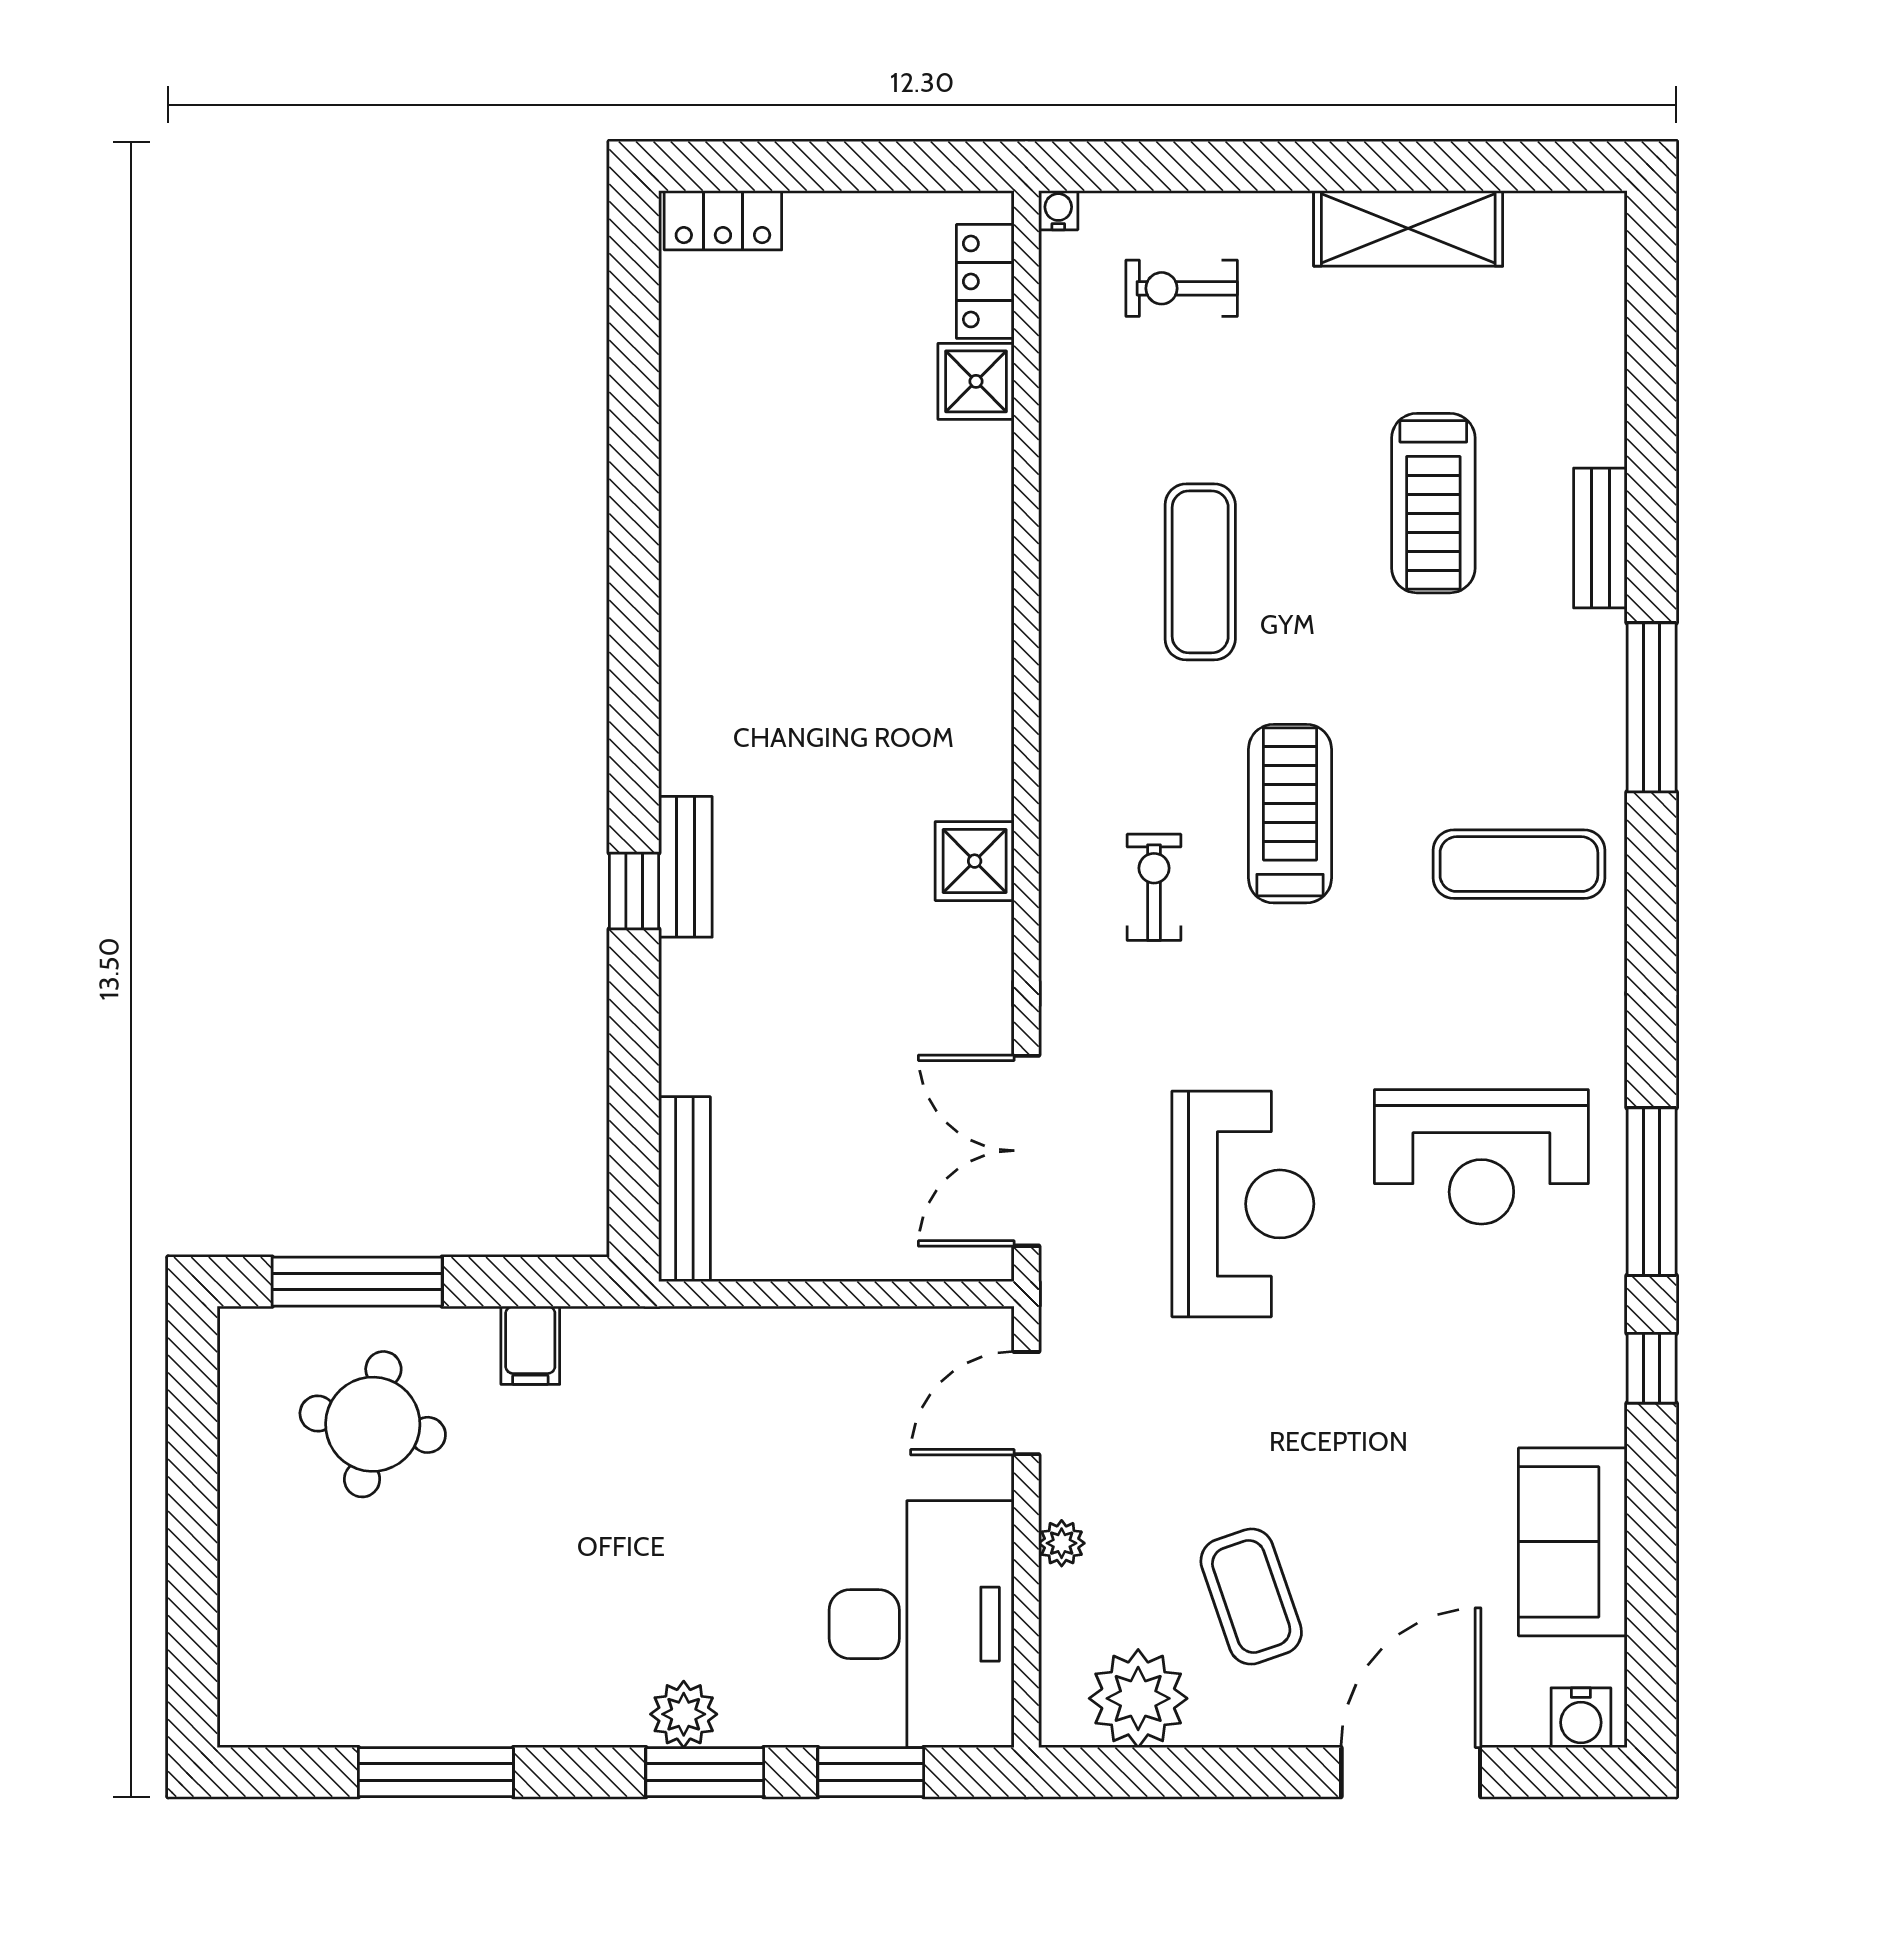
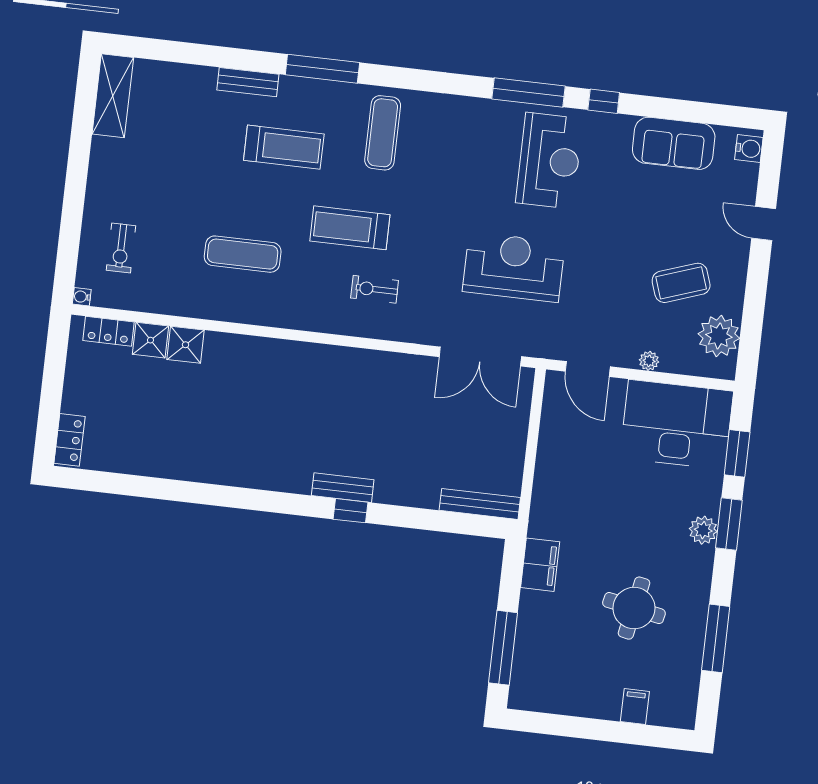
shelving: (1408, 228) -> (113, 96), moved
treadmill: (1433, 503) -> (284, 147), moved
shower: (975, 861) -> (185, 345), moved
reception desk: (1481, 1157) -> (549, 161), moved
filing cabinet: (530, 1345) -> (540, 565), width x2.00
round table: (373, 1424) -> (634, 608), moved
filing cabinet: (256, 1603) -> (635, 706), added
door: (1411, 1772) -> (764, 224), width x0.53

